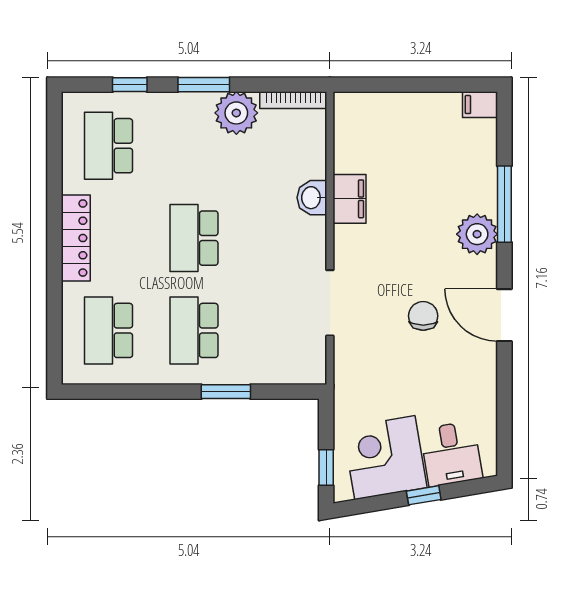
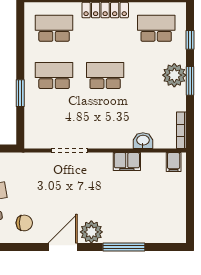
filing cabinet: (480, 105) -> (174, 162), moved, turned 180
plant: (236, 113) -> (174, 75), moved
washbasin: (312, 198) -> (143, 141), moved
plant: (477, 234) -> (91, 232), moved
chair: (423, 316) -> (24, 223), moved

